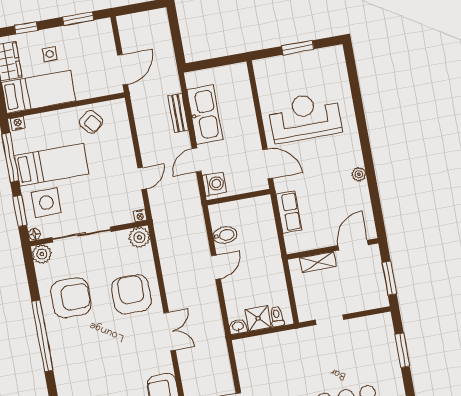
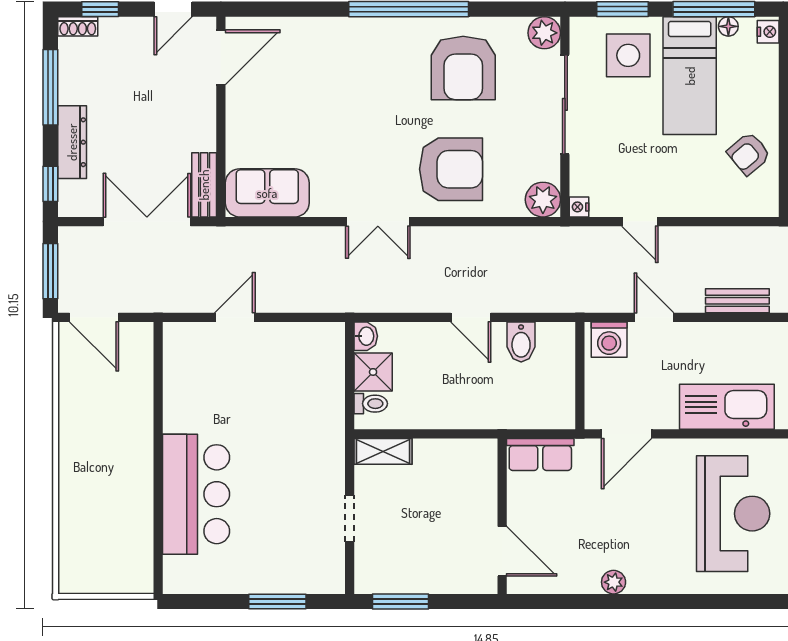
kitchen sink: (205, 115) -> (727, 407), moved, turned 180
reception desk: (305, 117) -> (733, 514), moved
plant: (359, 174) -> (614, 582), moved
floor lamp: (34, 234) -> (728, 26), moved
door: (353, 245) -> (502, 551), moved
wall: (333, 249) -> (502, 516), moved
shelving: (318, 262) -> (383, 451), moved, turned 90
doorway: (330, 320) -> (350, 518), moved

